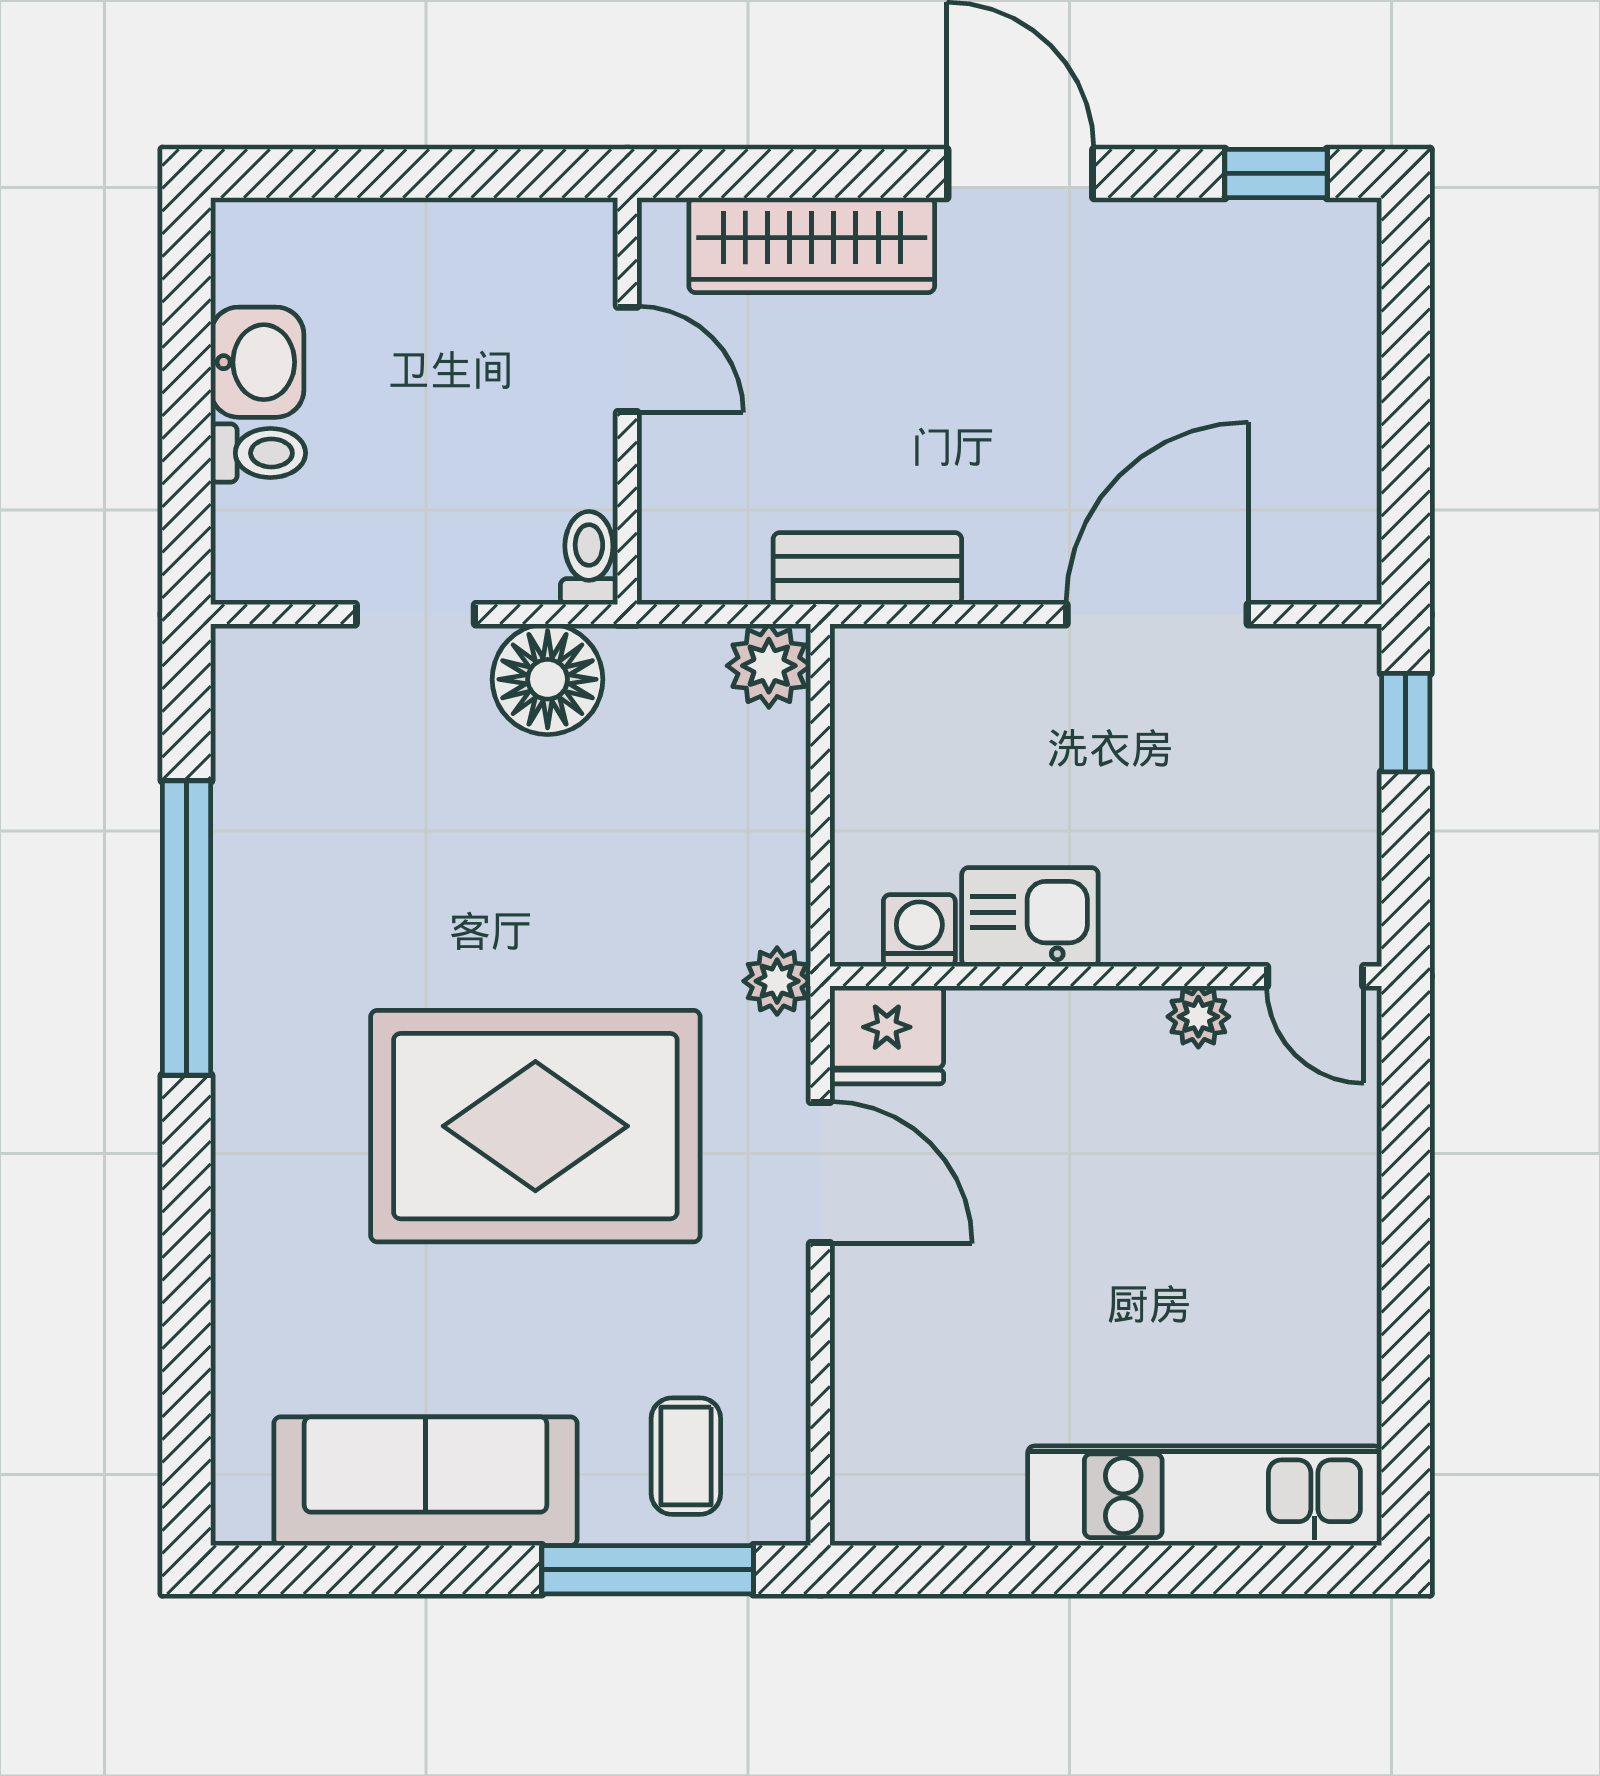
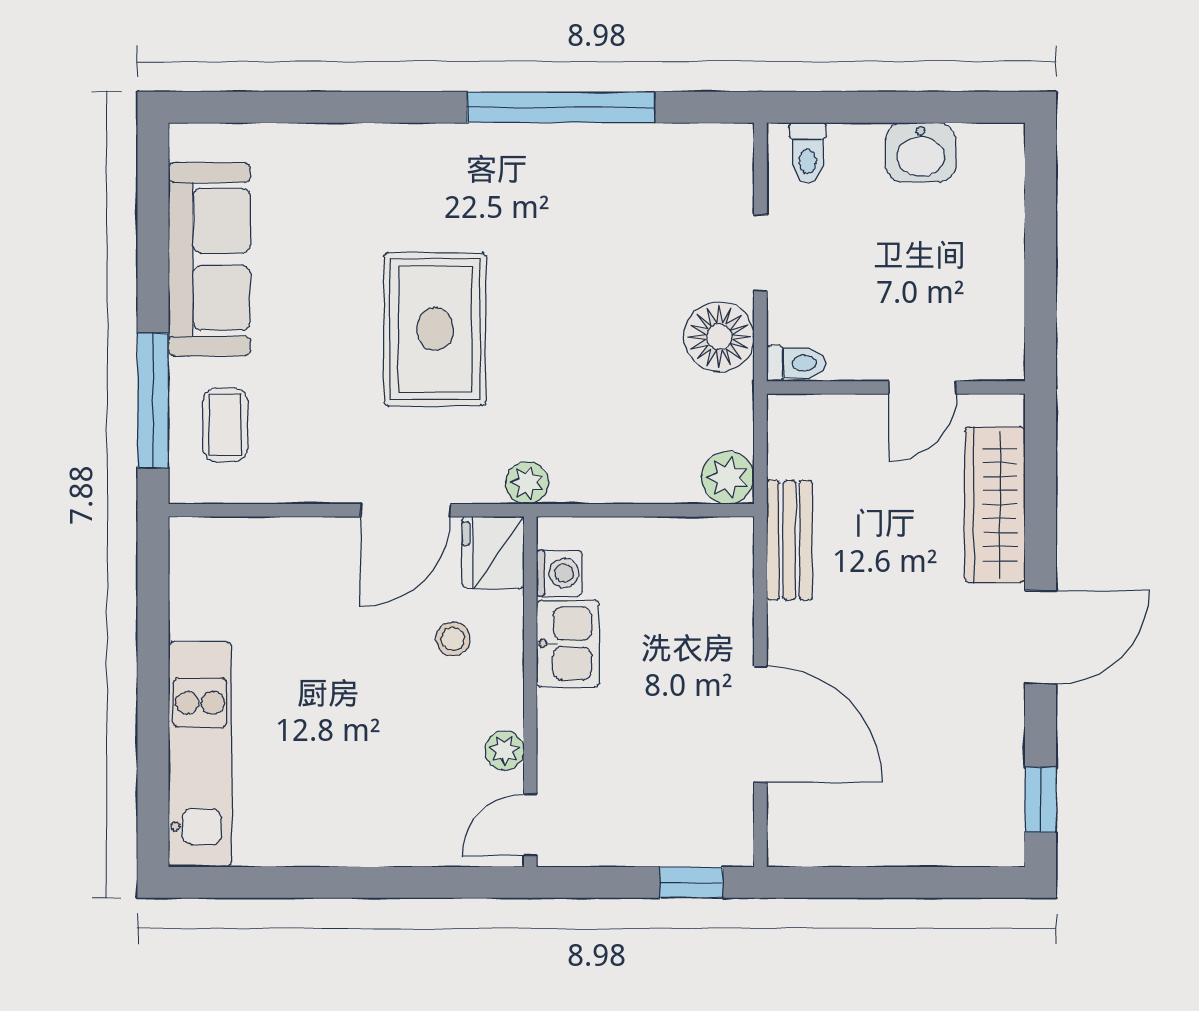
toilet: (258, 453) -> (808, 153), moved
stool: (1023, 1098) -> (453, 639), added
rug: (535, 1126) -> (435, 329), width x0.73, depth x0.69
coffee table: (686, 1456) -> (225, 425), turned 90

